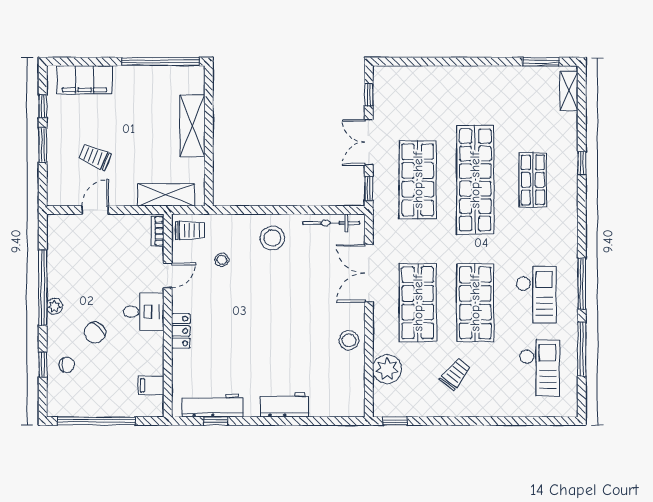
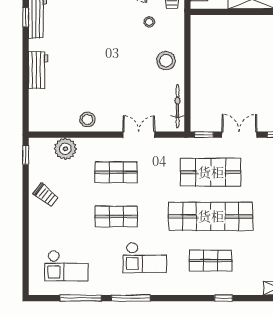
double door: (369, 273) -> (139, 135), width x0.73
checkout: (536, 295) -> (145, 258), moved
shop shelf: (418, 303) -> (116, 172), width x0.70, depth x0.74
shop shelf: (475, 303) -> (116, 216), width x0.70, depth x0.74
trolley: (455, 374) -> (46, 195), moved

